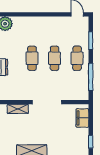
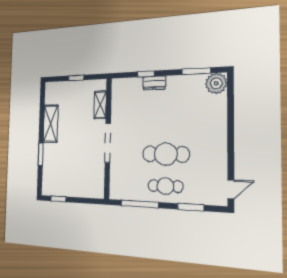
cafe table: (32, 58) -> (166, 123), removed
cafe table: (54, 58) -> (166, 154), width x1.37, depth x1.35
filing cabinet: (82, 118) -> (87, 190), removed

